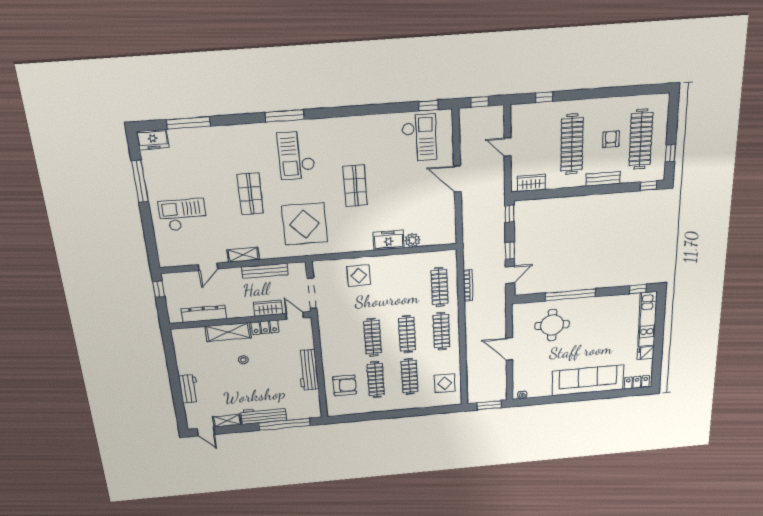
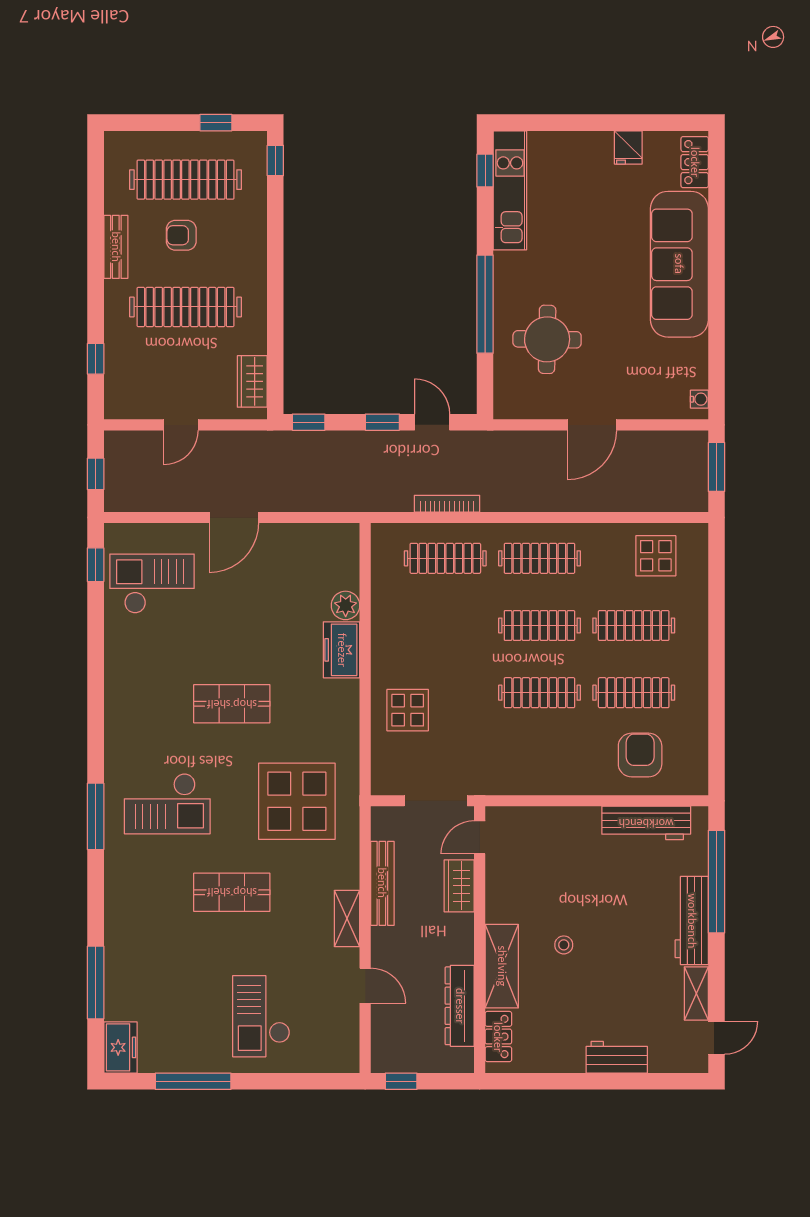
bench: (603, 179) -> (116, 247), moved
kitchen unit: (647, 319) -> (510, 190), moved, turned -90
locker: (265, 327) -> (498, 1037), moved
workbench: (308, 370) -> (646, 823), moved

